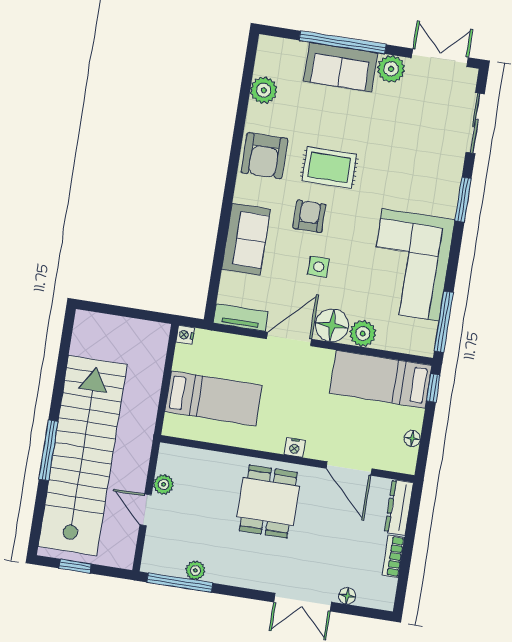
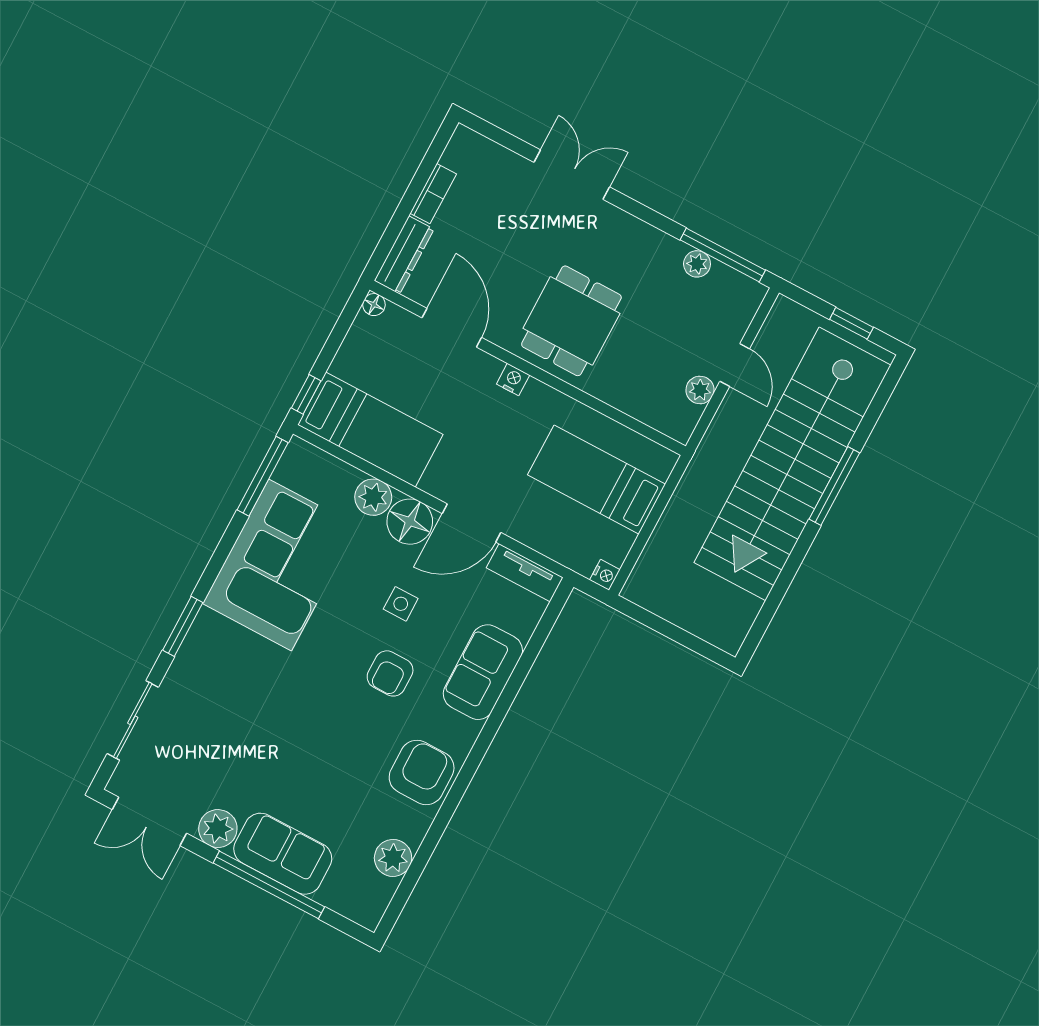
rug: (329, 168) -> (343, 728), removed
floor lamp: (412, 438) -> (374, 305), moved
floor lamp: (347, 596) -> (511, 163), removed

